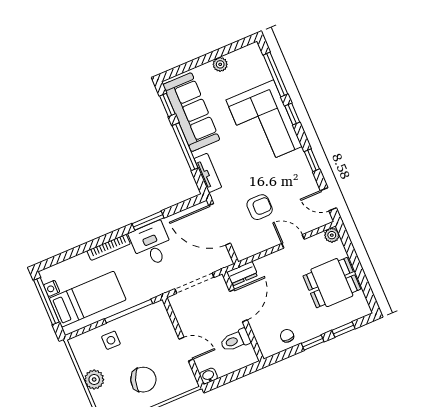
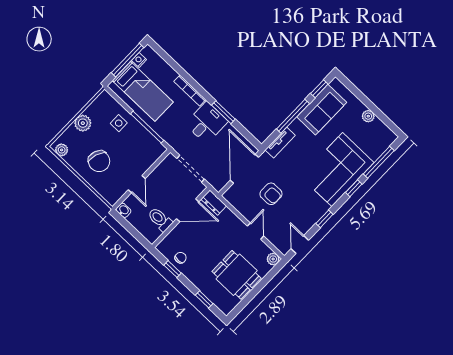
sofa: (191, 112) -> (322, 110), width x0.73
window: (313, 343) -> (172, 269), moved

